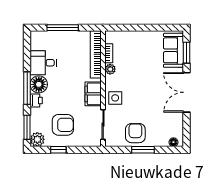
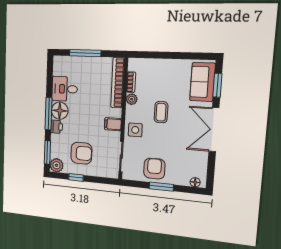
coffee table: (138, 80) -> (161, 112), added
filing cabinet: (93, 94) -> (113, 124), width x0.50

